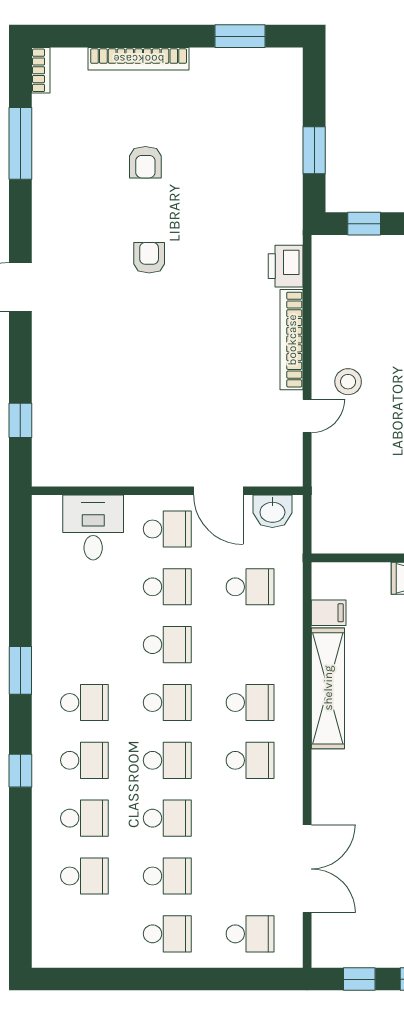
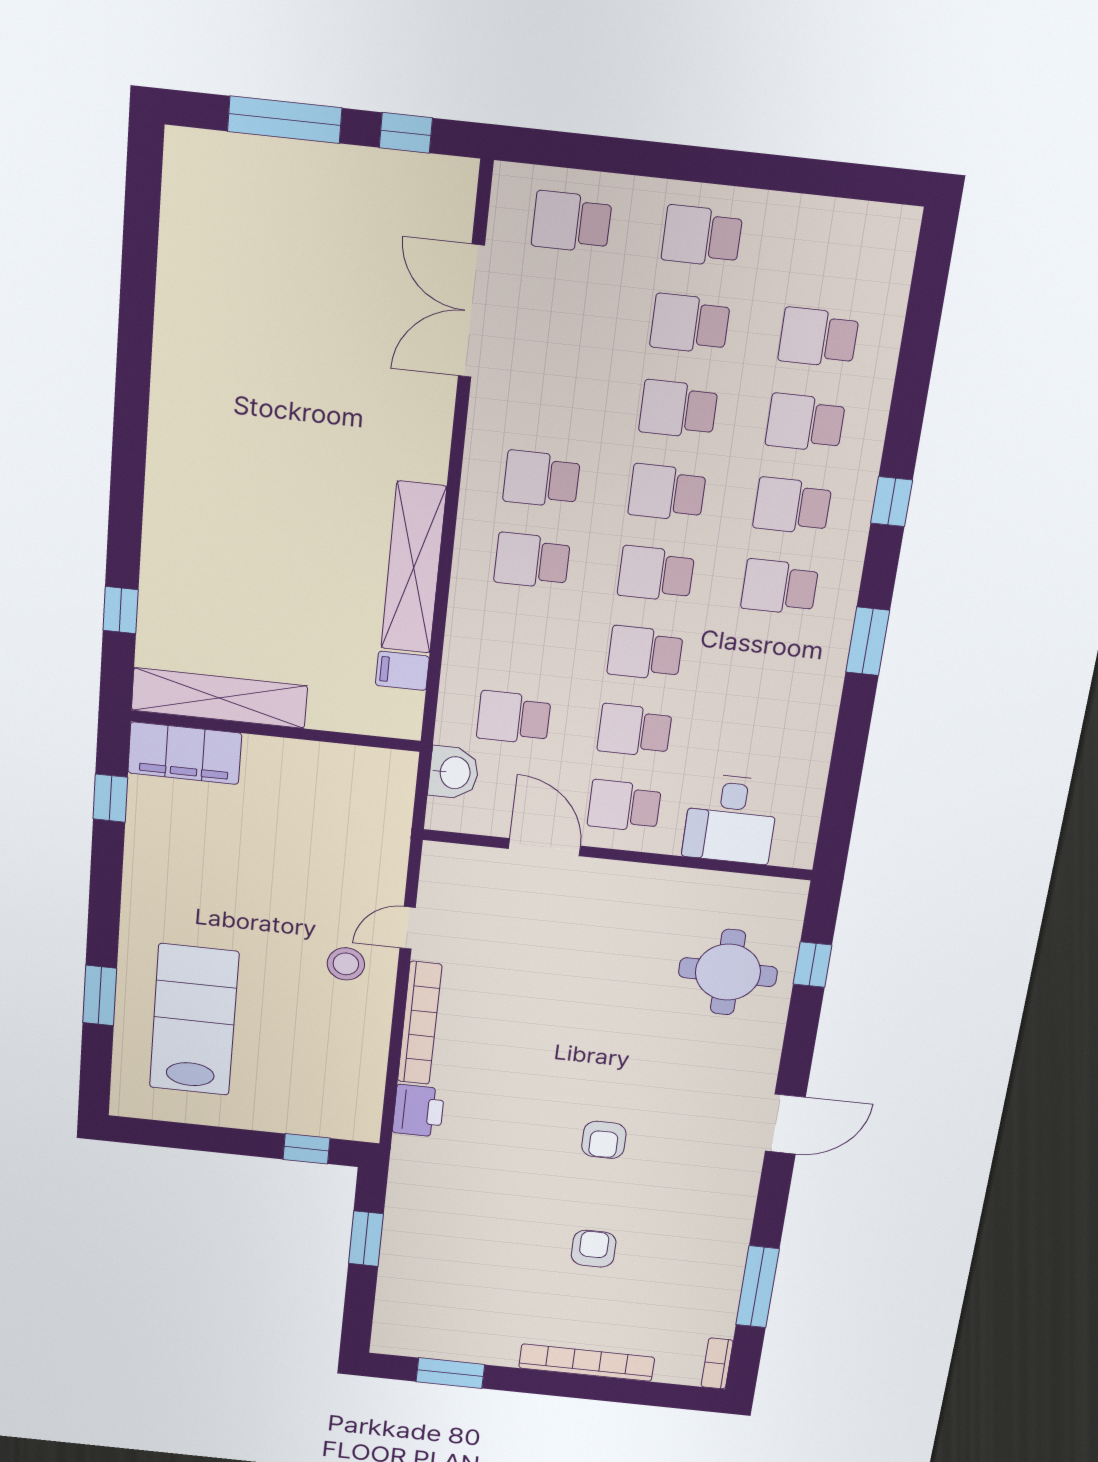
round table: (79, 407) -> (728, 972), added
washbasin: (272, 511) -> (454, 773), moved, turned 90

